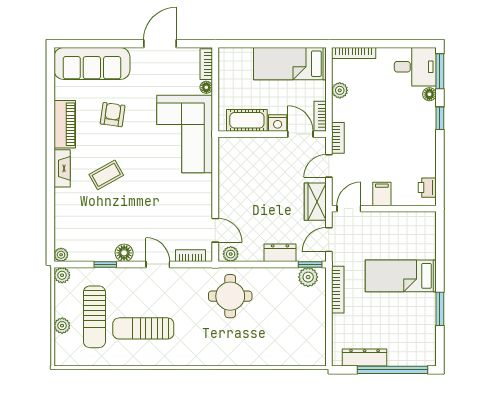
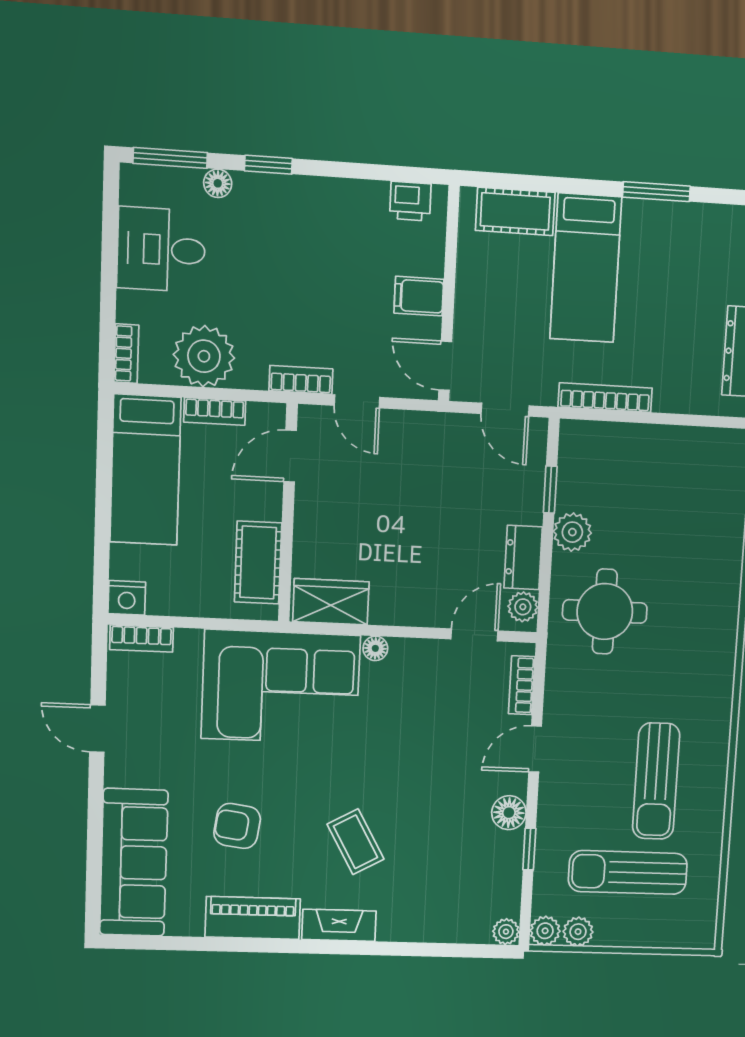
door: (160, 44) -> (97, 729), width x0.73
bookcase: (354, 53) -> (126, 354), width x0.64
desk: (415, 67) -> (161, 250), moved, turned -90
floor lamp: (206, 87) -> (375, 648), moved
plant: (340, 90) -> (204, 356), width x1.88, depth x1.88
bookcase: (320, 116) -> (215, 411), moved
nightstand: (278, 123) -> (127, 598), moved, turned 90
wardrobe: (315, 202) -> (331, 602), moved, turned 180
cot: (426, 239) -> (515, 211), added
dresser: (280, 253) -> (523, 557), moved
window: (310, 264) -> (550, 490), moved
plant: (308, 277) -> (572, 532), moved
sun lounger: (94, 317) -> (628, 872), turned 180
plant: (62, 326) -> (578, 932), moved

